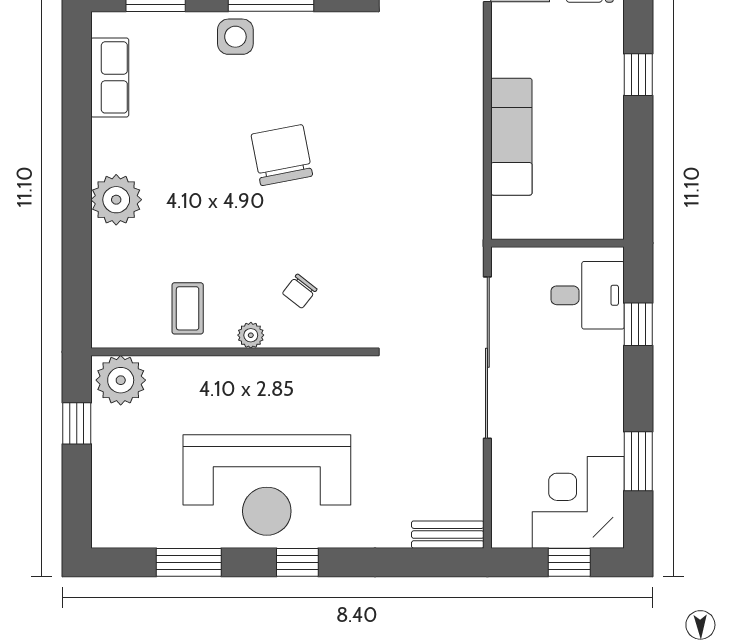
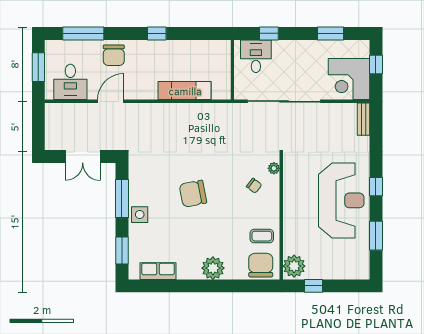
chair: (123, 306) -> (261, 265), added
plant: (251, 335) -> (274, 168), moved
corner desk: (578, 502) -> (349, 79), moved

